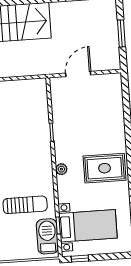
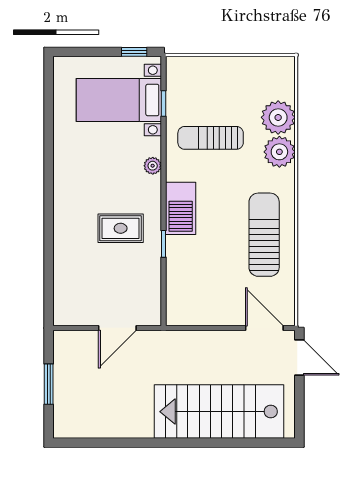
rug: (105, 168) -> (121, 228), moved, width x0.73, depth x0.70
plant: (61, 169) -> (153, 166), moved
barbecue: (47, 236) -> (181, 208), moved

